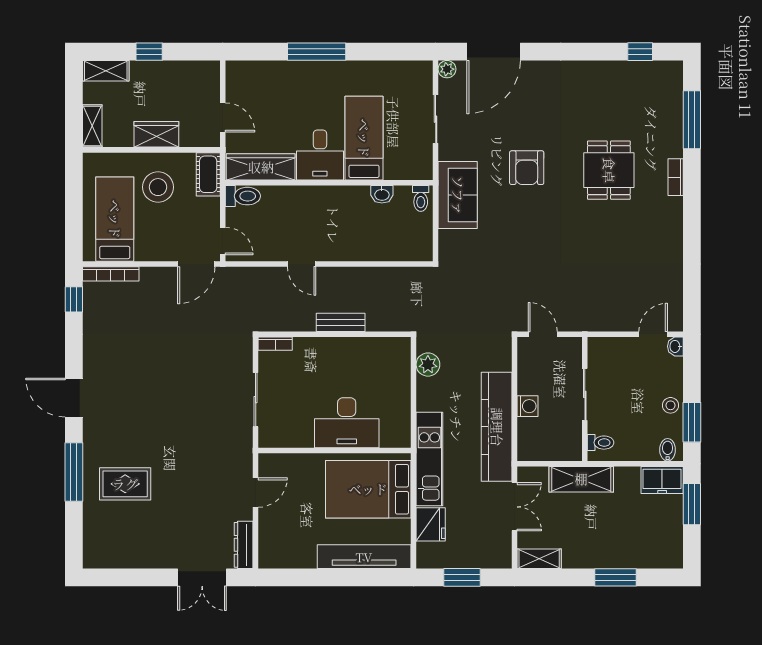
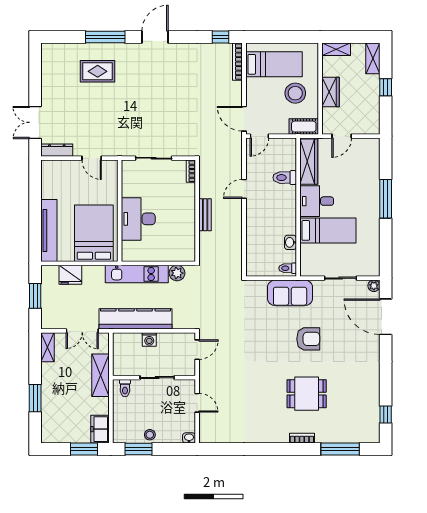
armchair: (527, 168) -> (308, 339), turned 180
toilet: (243, 196) -> (285, 178), moved, turned 90
door: (653, 334) -> (197, 403), moved
bidet: (668, 450) -> (120, 433), removed
kitchen unit: (429, 459) -> (137, 274), moved
rug: (125, 484) -> (98, 71), turned 90

